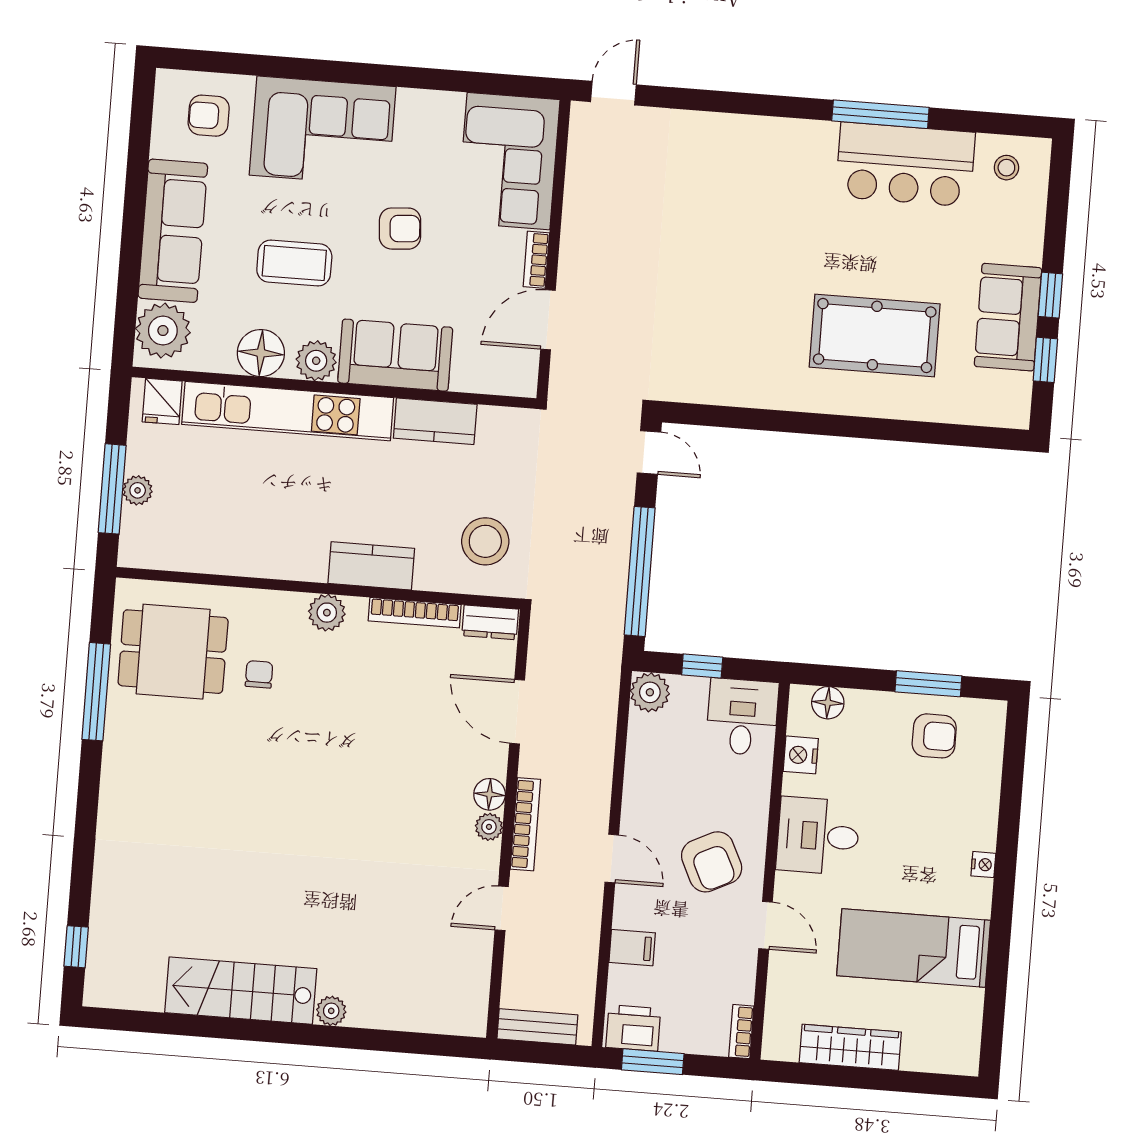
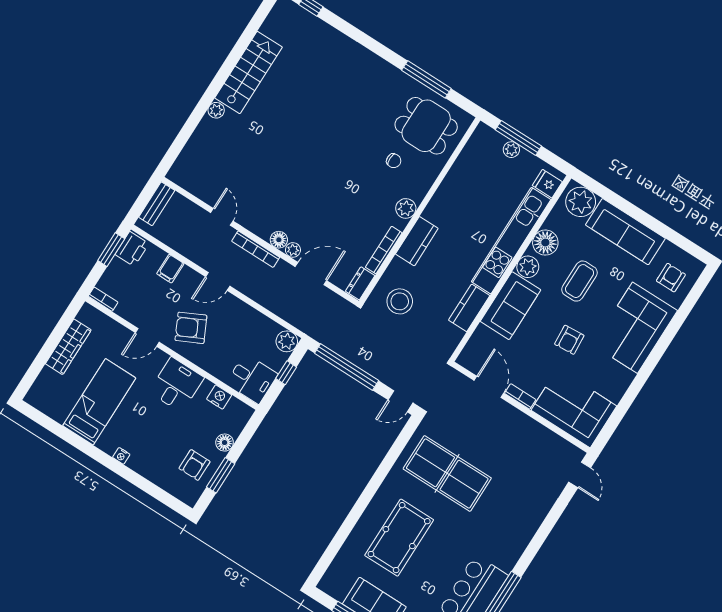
table tennis table: (727, 312) -> (447, 473), added
dining table: (173, 652) -> (426, 126), turned 90
floor lamp: (828, 703) -> (225, 443), moved
plant: (489, 827) -> (293, 250), moved

